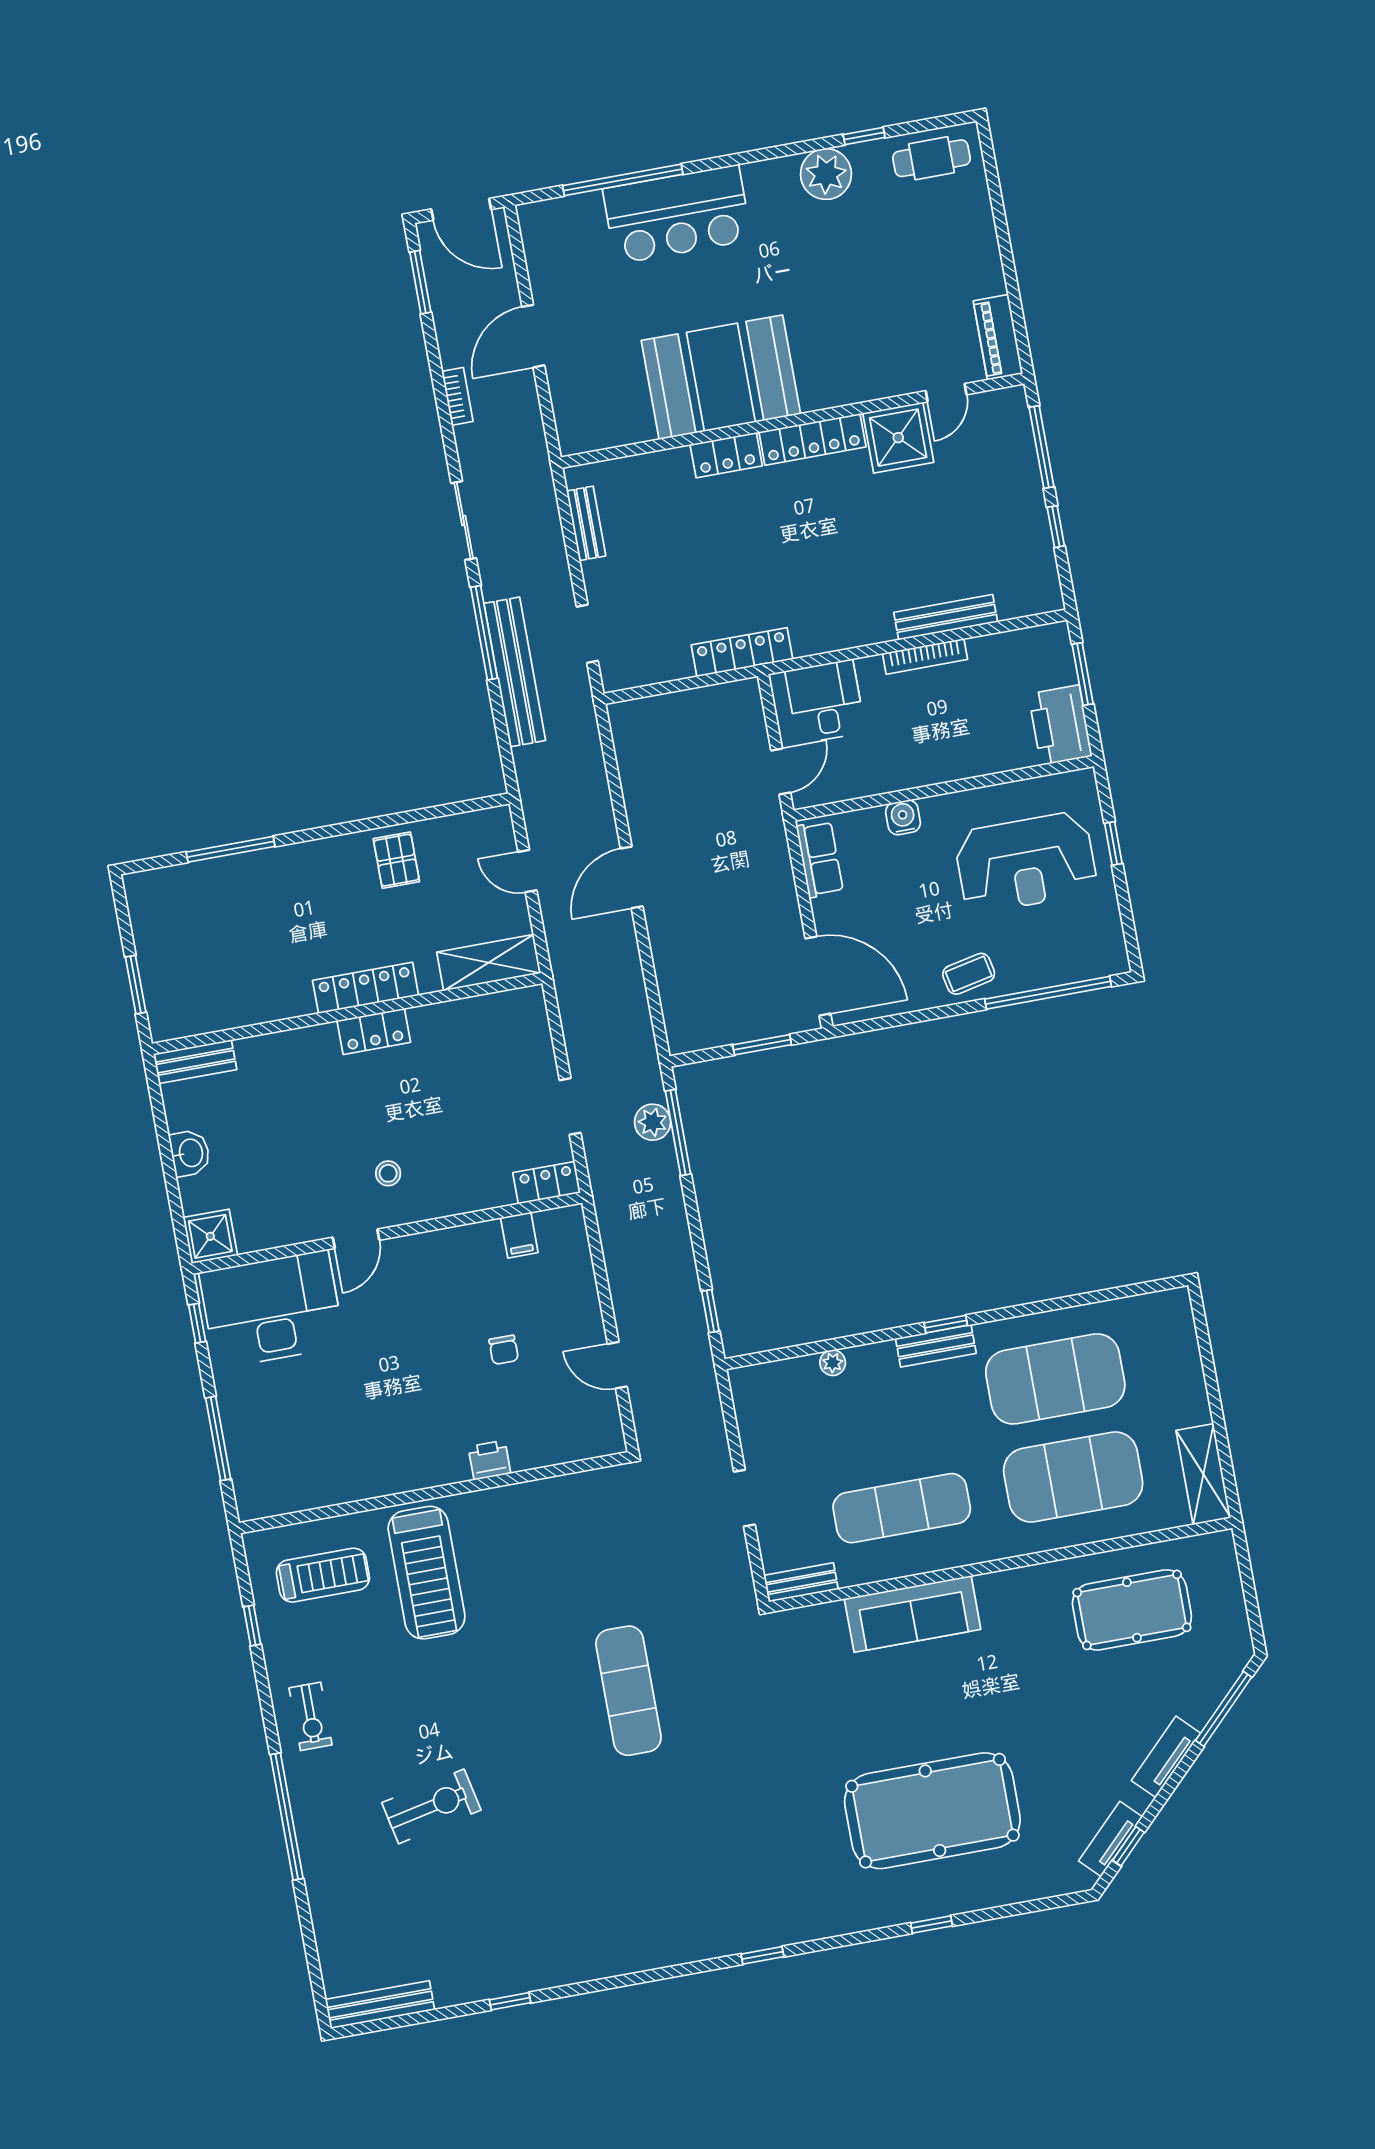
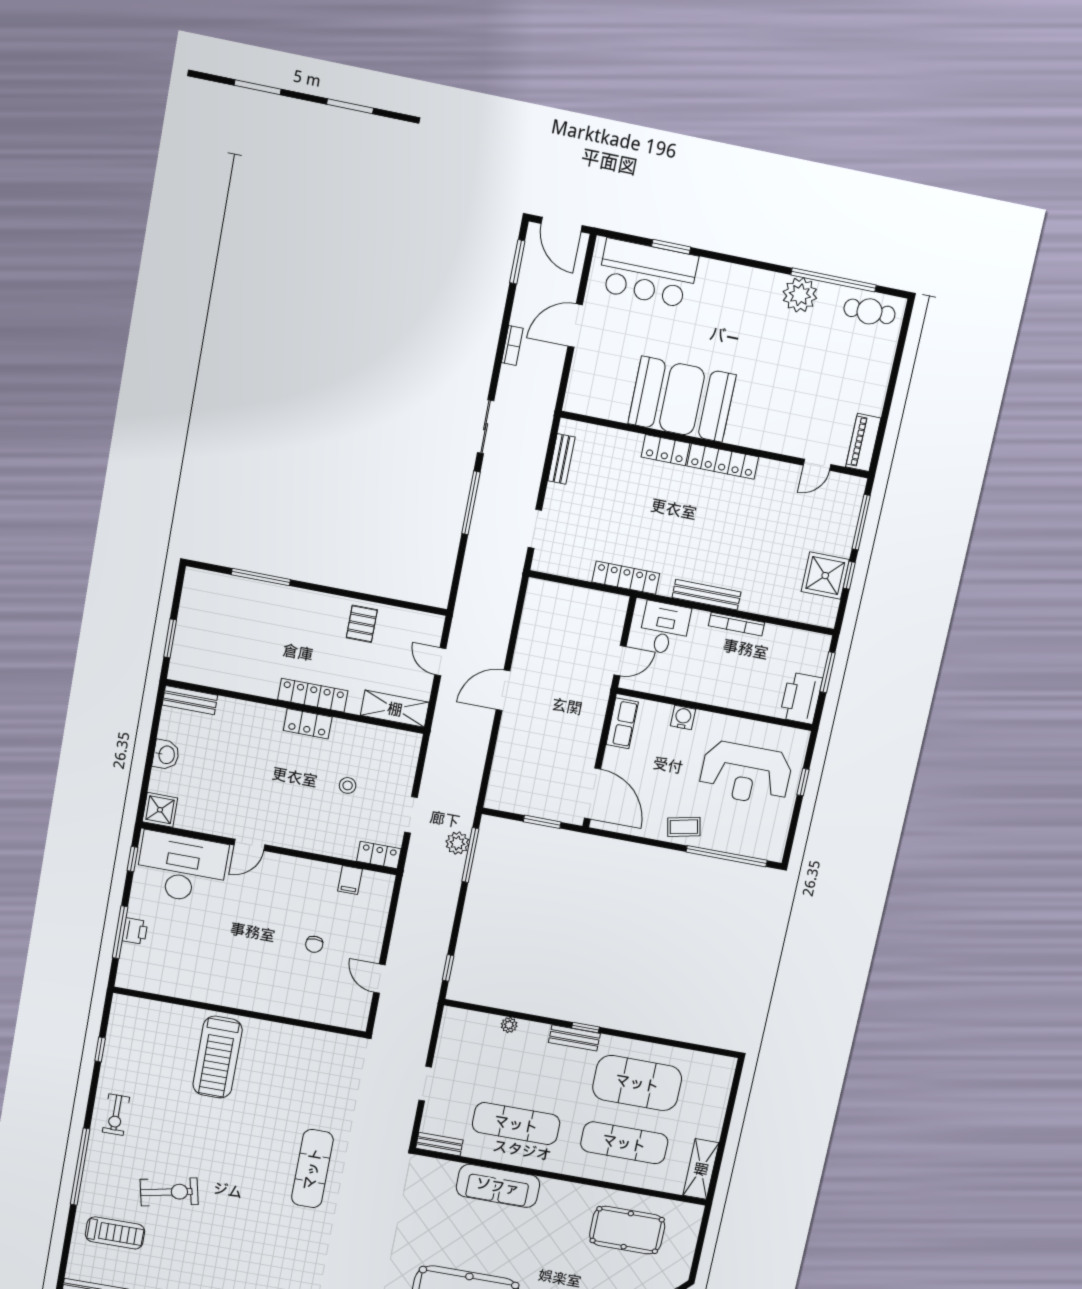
window: (864, 136) -> (834, 280), width x3.17
window: (623, 180) -> (671, 247), width x0.47
bar counter: (677, 214) -> (648, 273), moved
shower: (898, 438) -> (825, 576), moved
bench: (946, 617) -> (706, 595), moved
bench: (515, 672) -> (481, 535), removed
stool: (388, 1173) -> (348, 785), moved
printer: (489, 1460) -> (135, 931), moved, turned 90
exercise mat: (1073, 1477) -> (624, 1143), width x0.68
treadmill: (323, 1575) -> (115, 1233), moved

